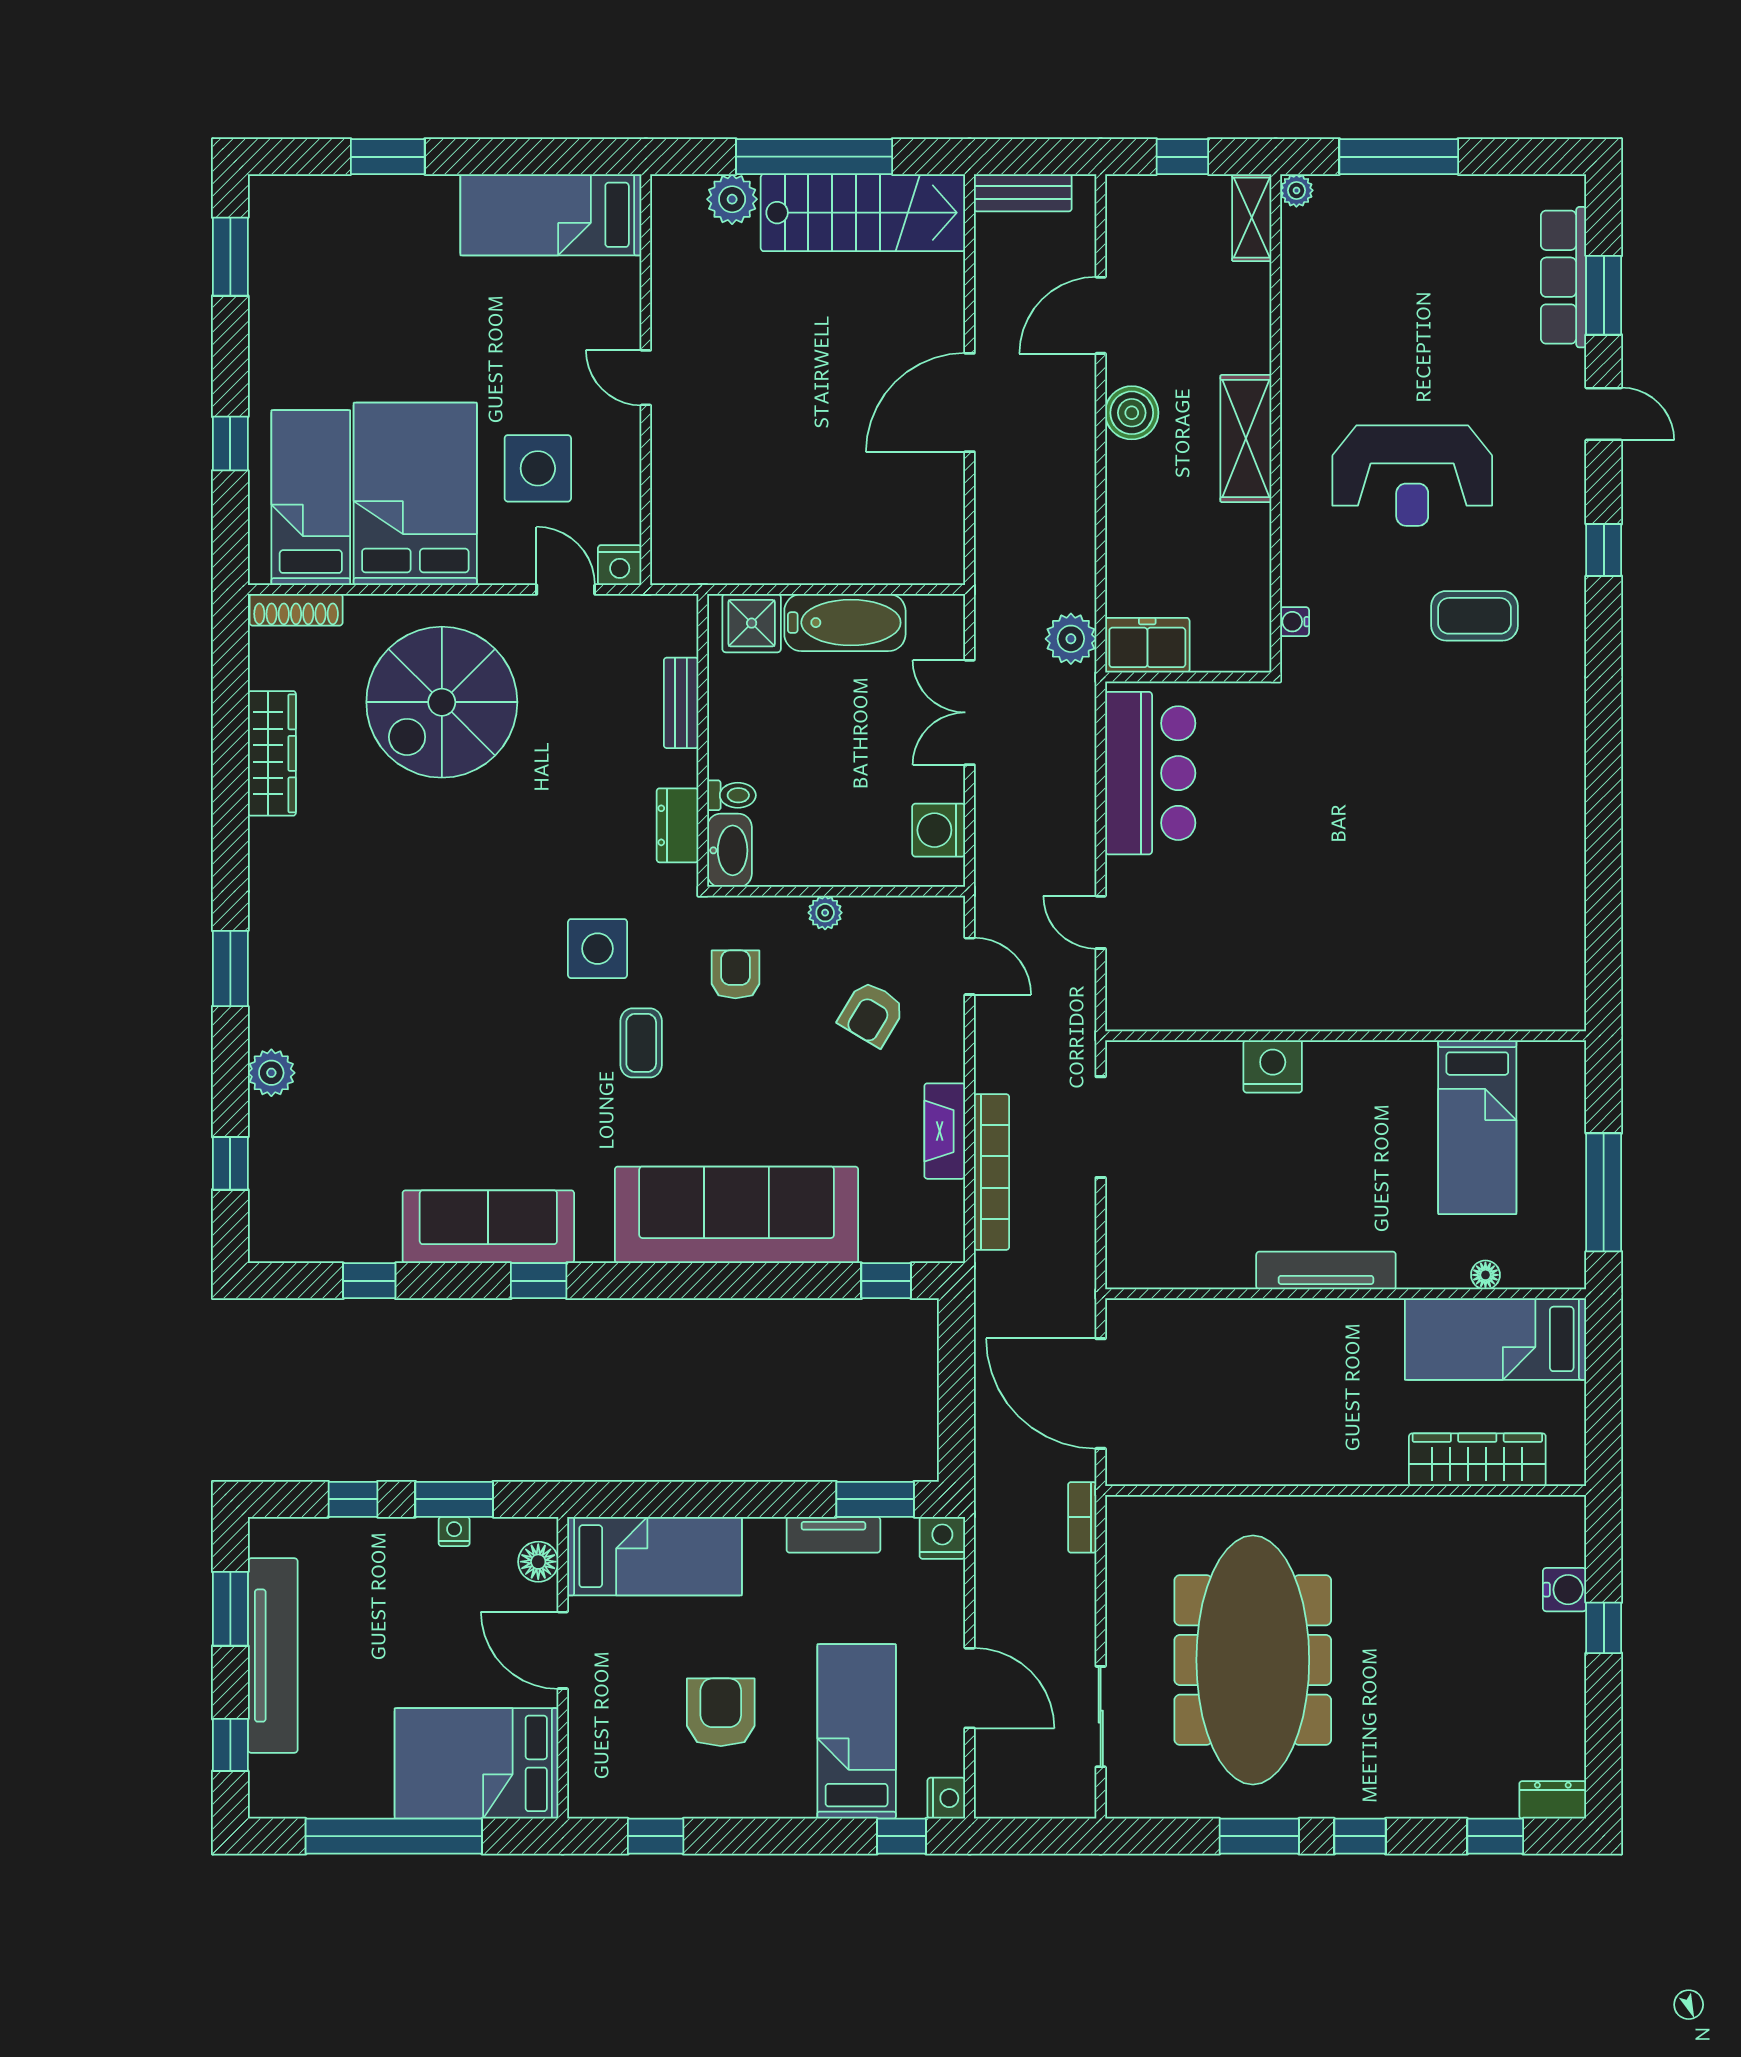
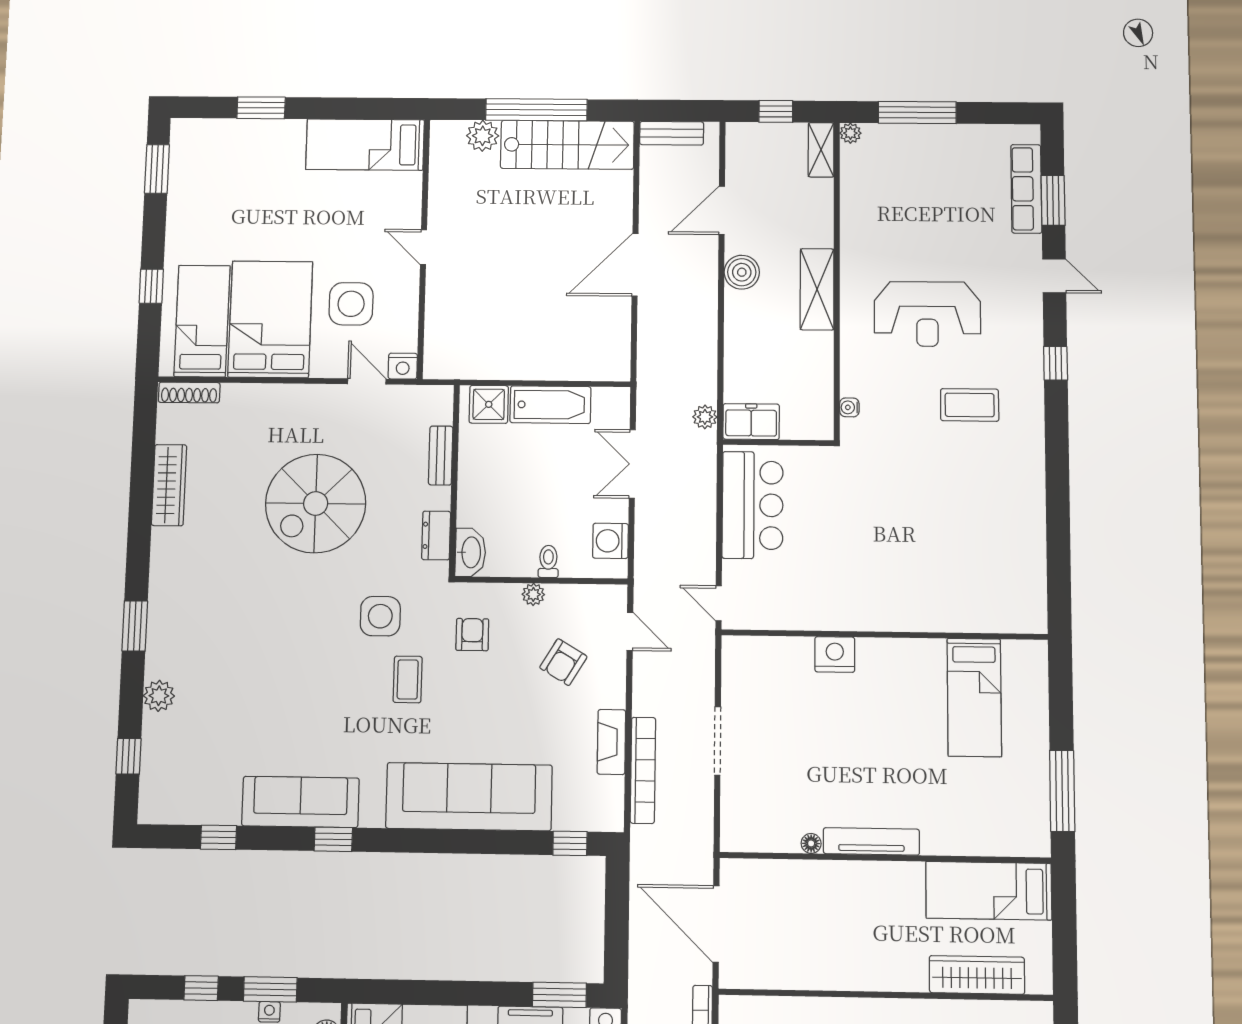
plant: (1071, 639) -> (705, 417), width x0.73, depth x0.73
spiral stairs: (442, 702) -> (316, 503), moved
toilet: (731, 795) -> (548, 561), moved, turned -90
wall: (1346, 1036) -> (884, 635), moved
nightstand: (1273, 1066) -> (835, 654), moved
bed: (1477, 1127) -> (974, 697), moved
floor lamp: (1485, 1275) -> (811, 843), moved

